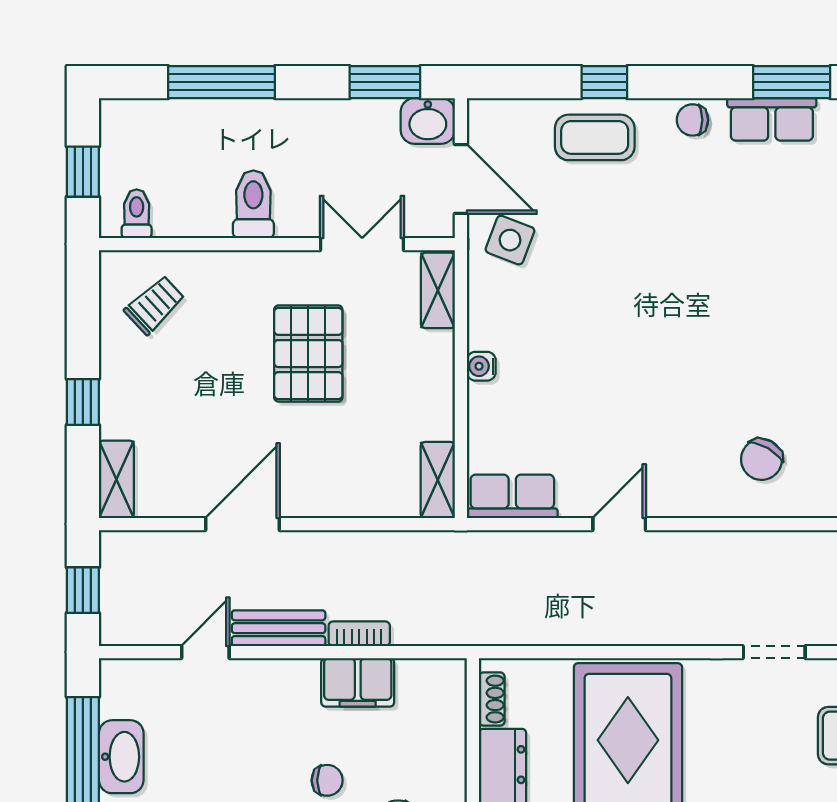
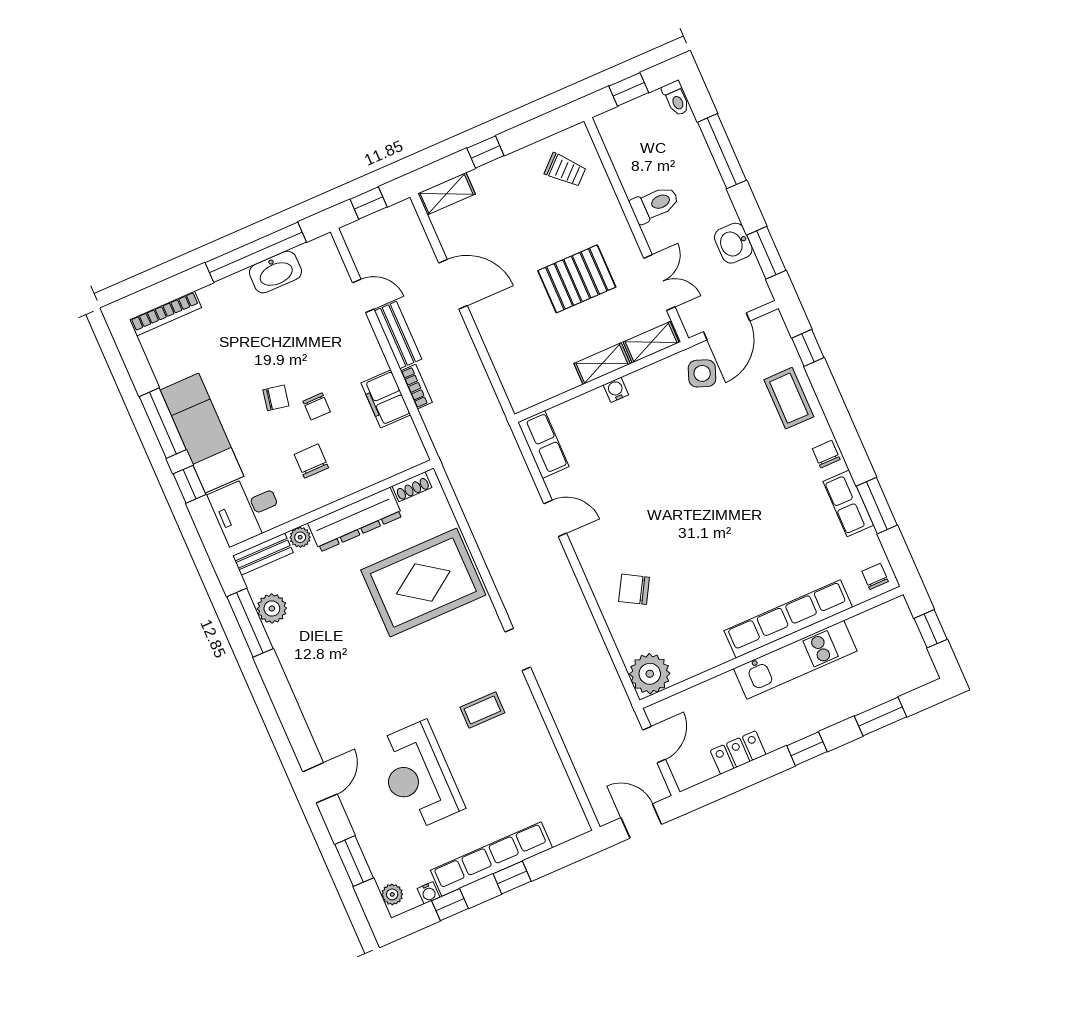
window: (604, 82) -> (808, 348), moved
washbasin: (428, 121) -> (733, 243), moved
toilet: (137, 214) -> (676, 99), moved, turned 90
shelving: (438, 480) -> (602, 364), moved

